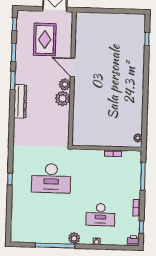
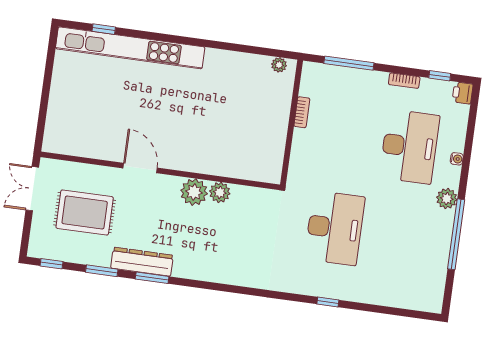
kitchen unit: (138, 55) -> (130, 48), added
door: (73, 67) -> (140, 168), swing flipped
plant: (65, 84) -> (220, 192), moved
dresser: (20, 101) -> (142, 262), moved
desk: (101, 215) -> (410, 147), width x1.36, depth x1.30

